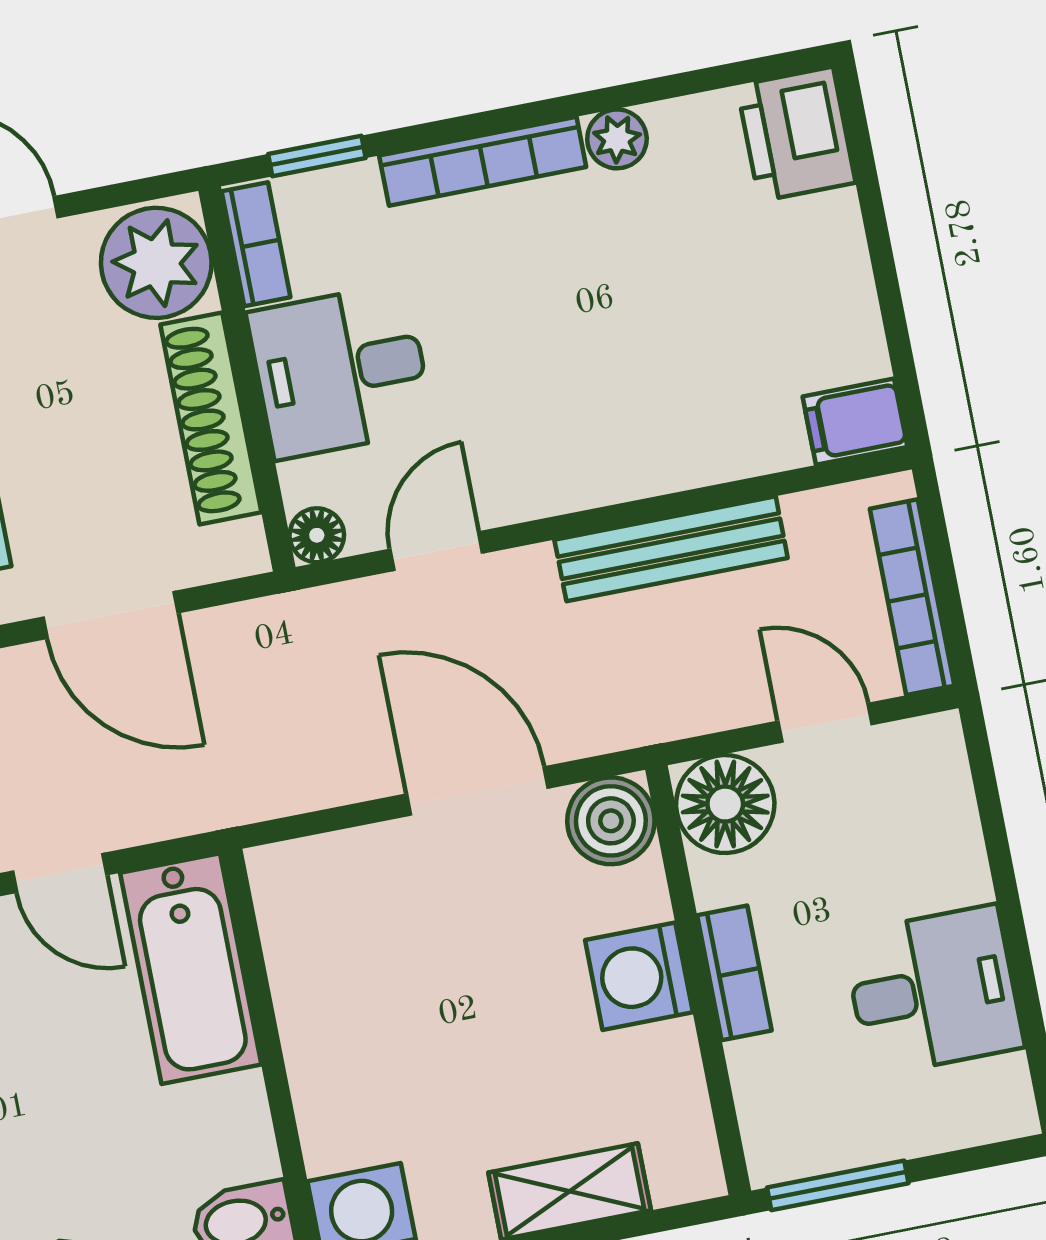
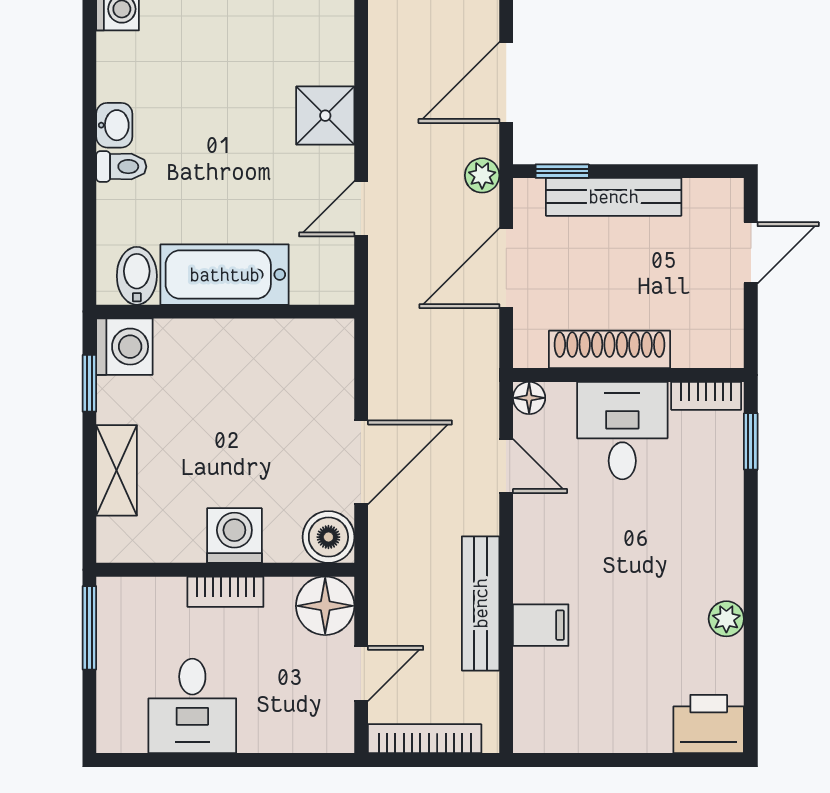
bookcase: (483, 161) -> (729, 538), removed
plant: (156, 263) -> (707, 335), removed
filing cabinet: (855, 422) -> (541, 625), moved, turned 90
bathtub: (191, 969) -> (225, 275), moved

